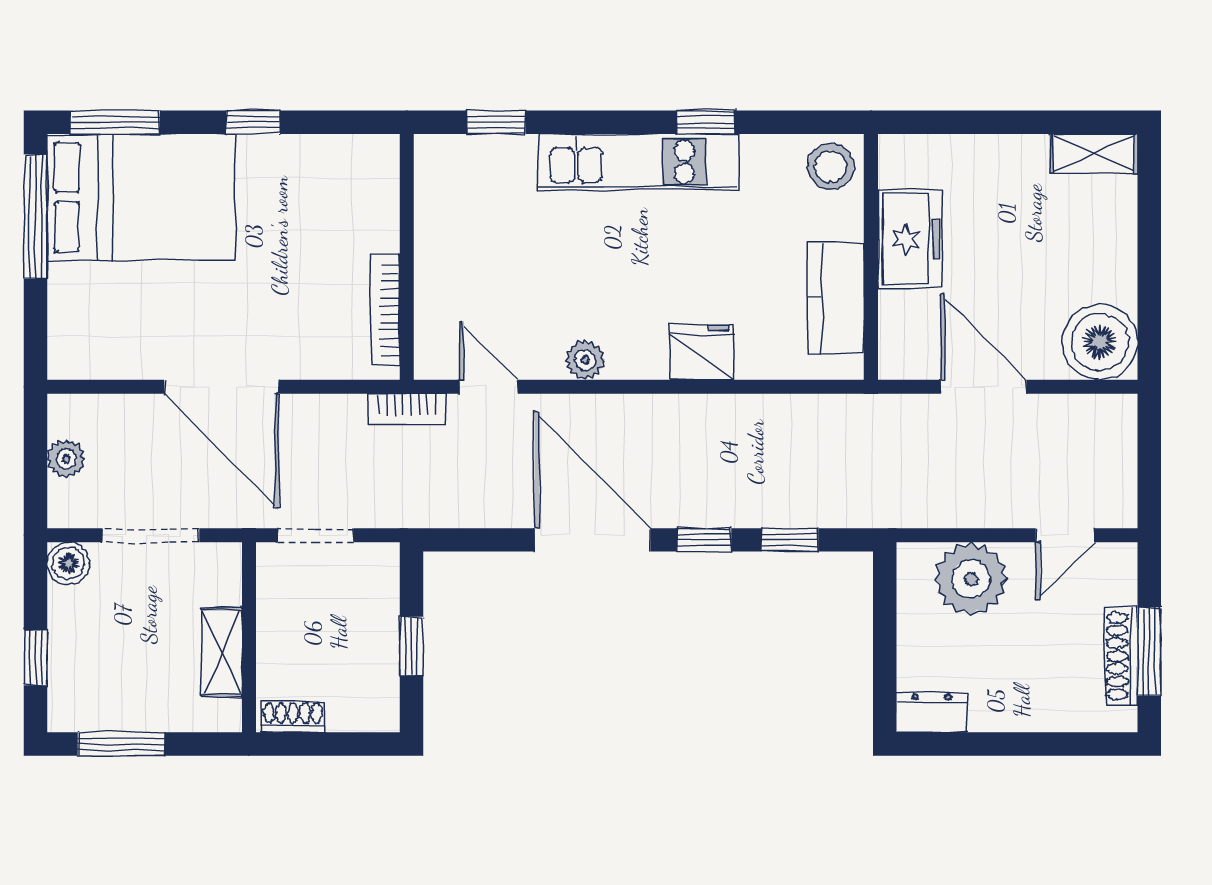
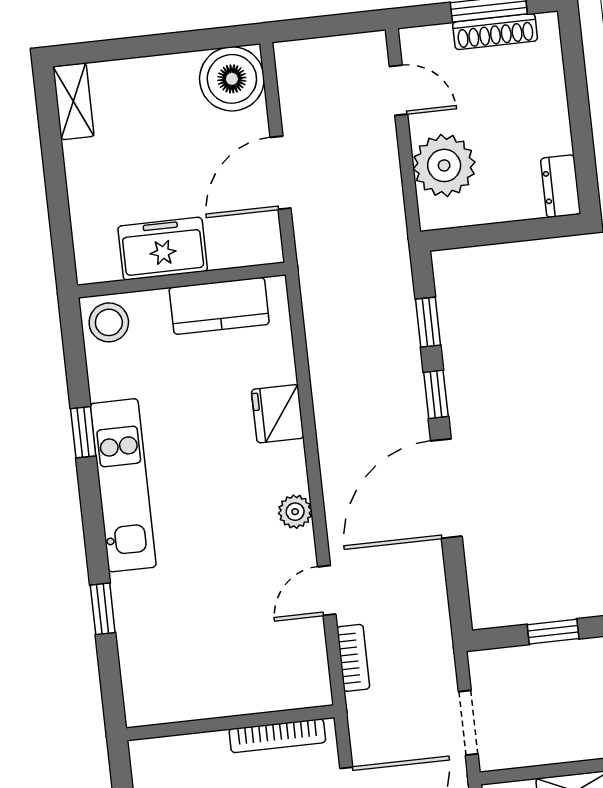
wall: (407, 257) -> (230, 723), moved
bookcase: (386, 310) -> (277, 736), moved

